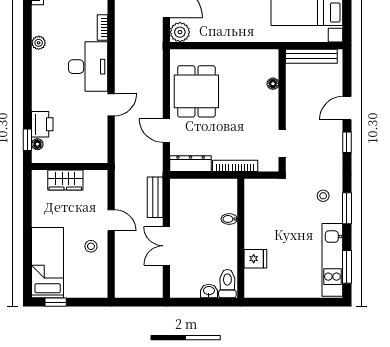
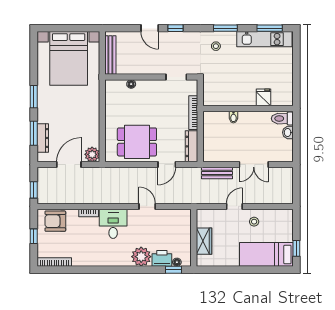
plant: (39, 43) -> (141, 257), moved, width x1.88, depth x1.88
desk: (88, 67) -> (113, 224), width x0.73

